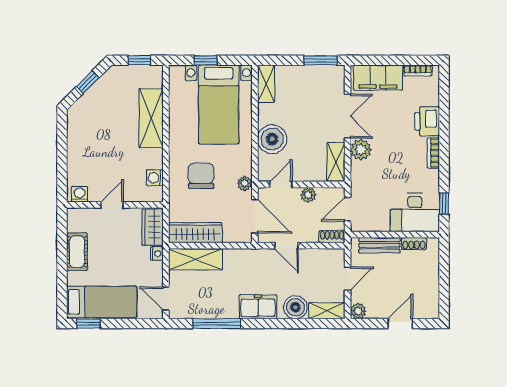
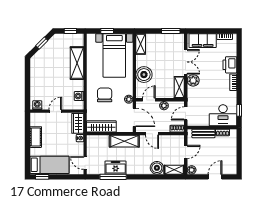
shelving: (195, 259) -> (124, 141), moved
freezer: (258, 307) -> (116, 168), moved

